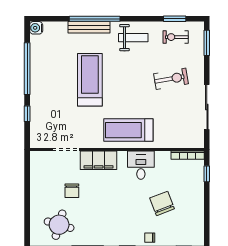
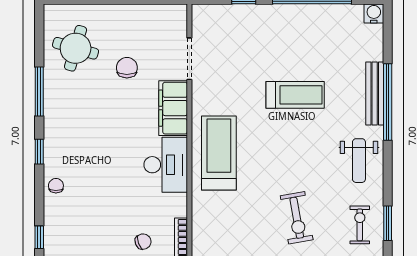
treadmill: (90, 80) -> (295, 95), width x0.73, depth x0.73
desk: (141, 165) -> (166, 165), width x1.37
chair: (72, 191) -> (127, 68), turned 90
chair: (162, 203) -> (143, 242), moved, width x0.54, depth x0.54

